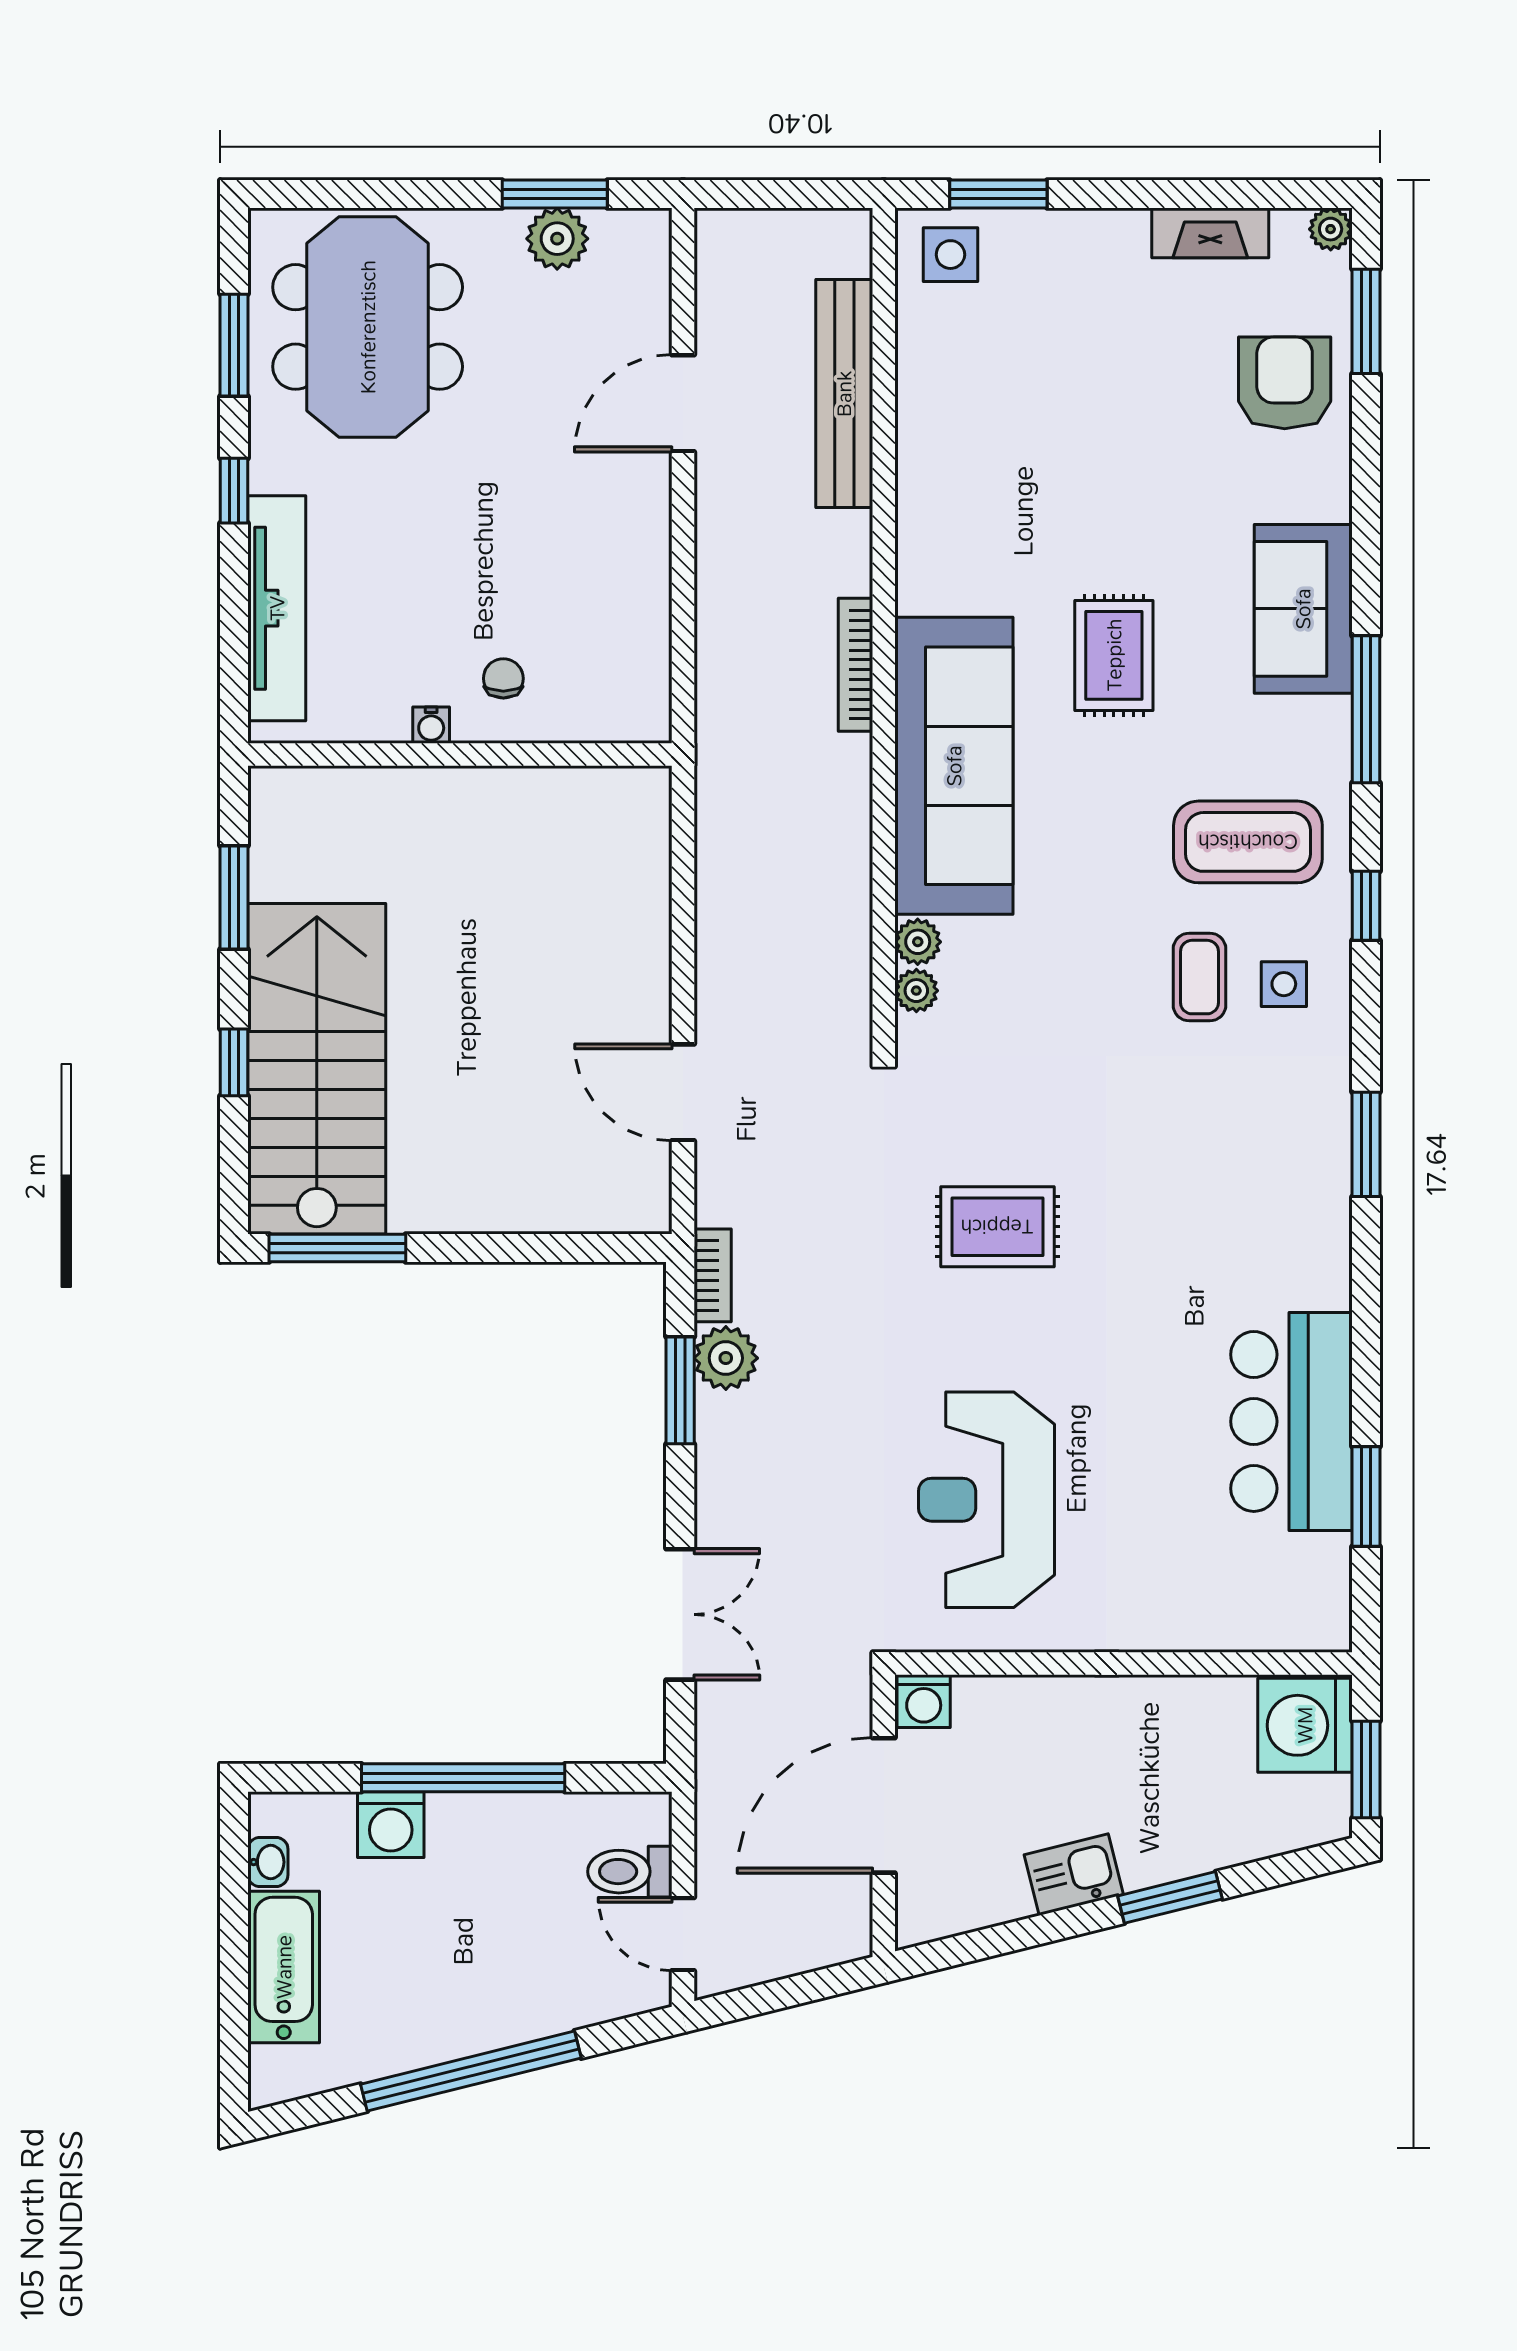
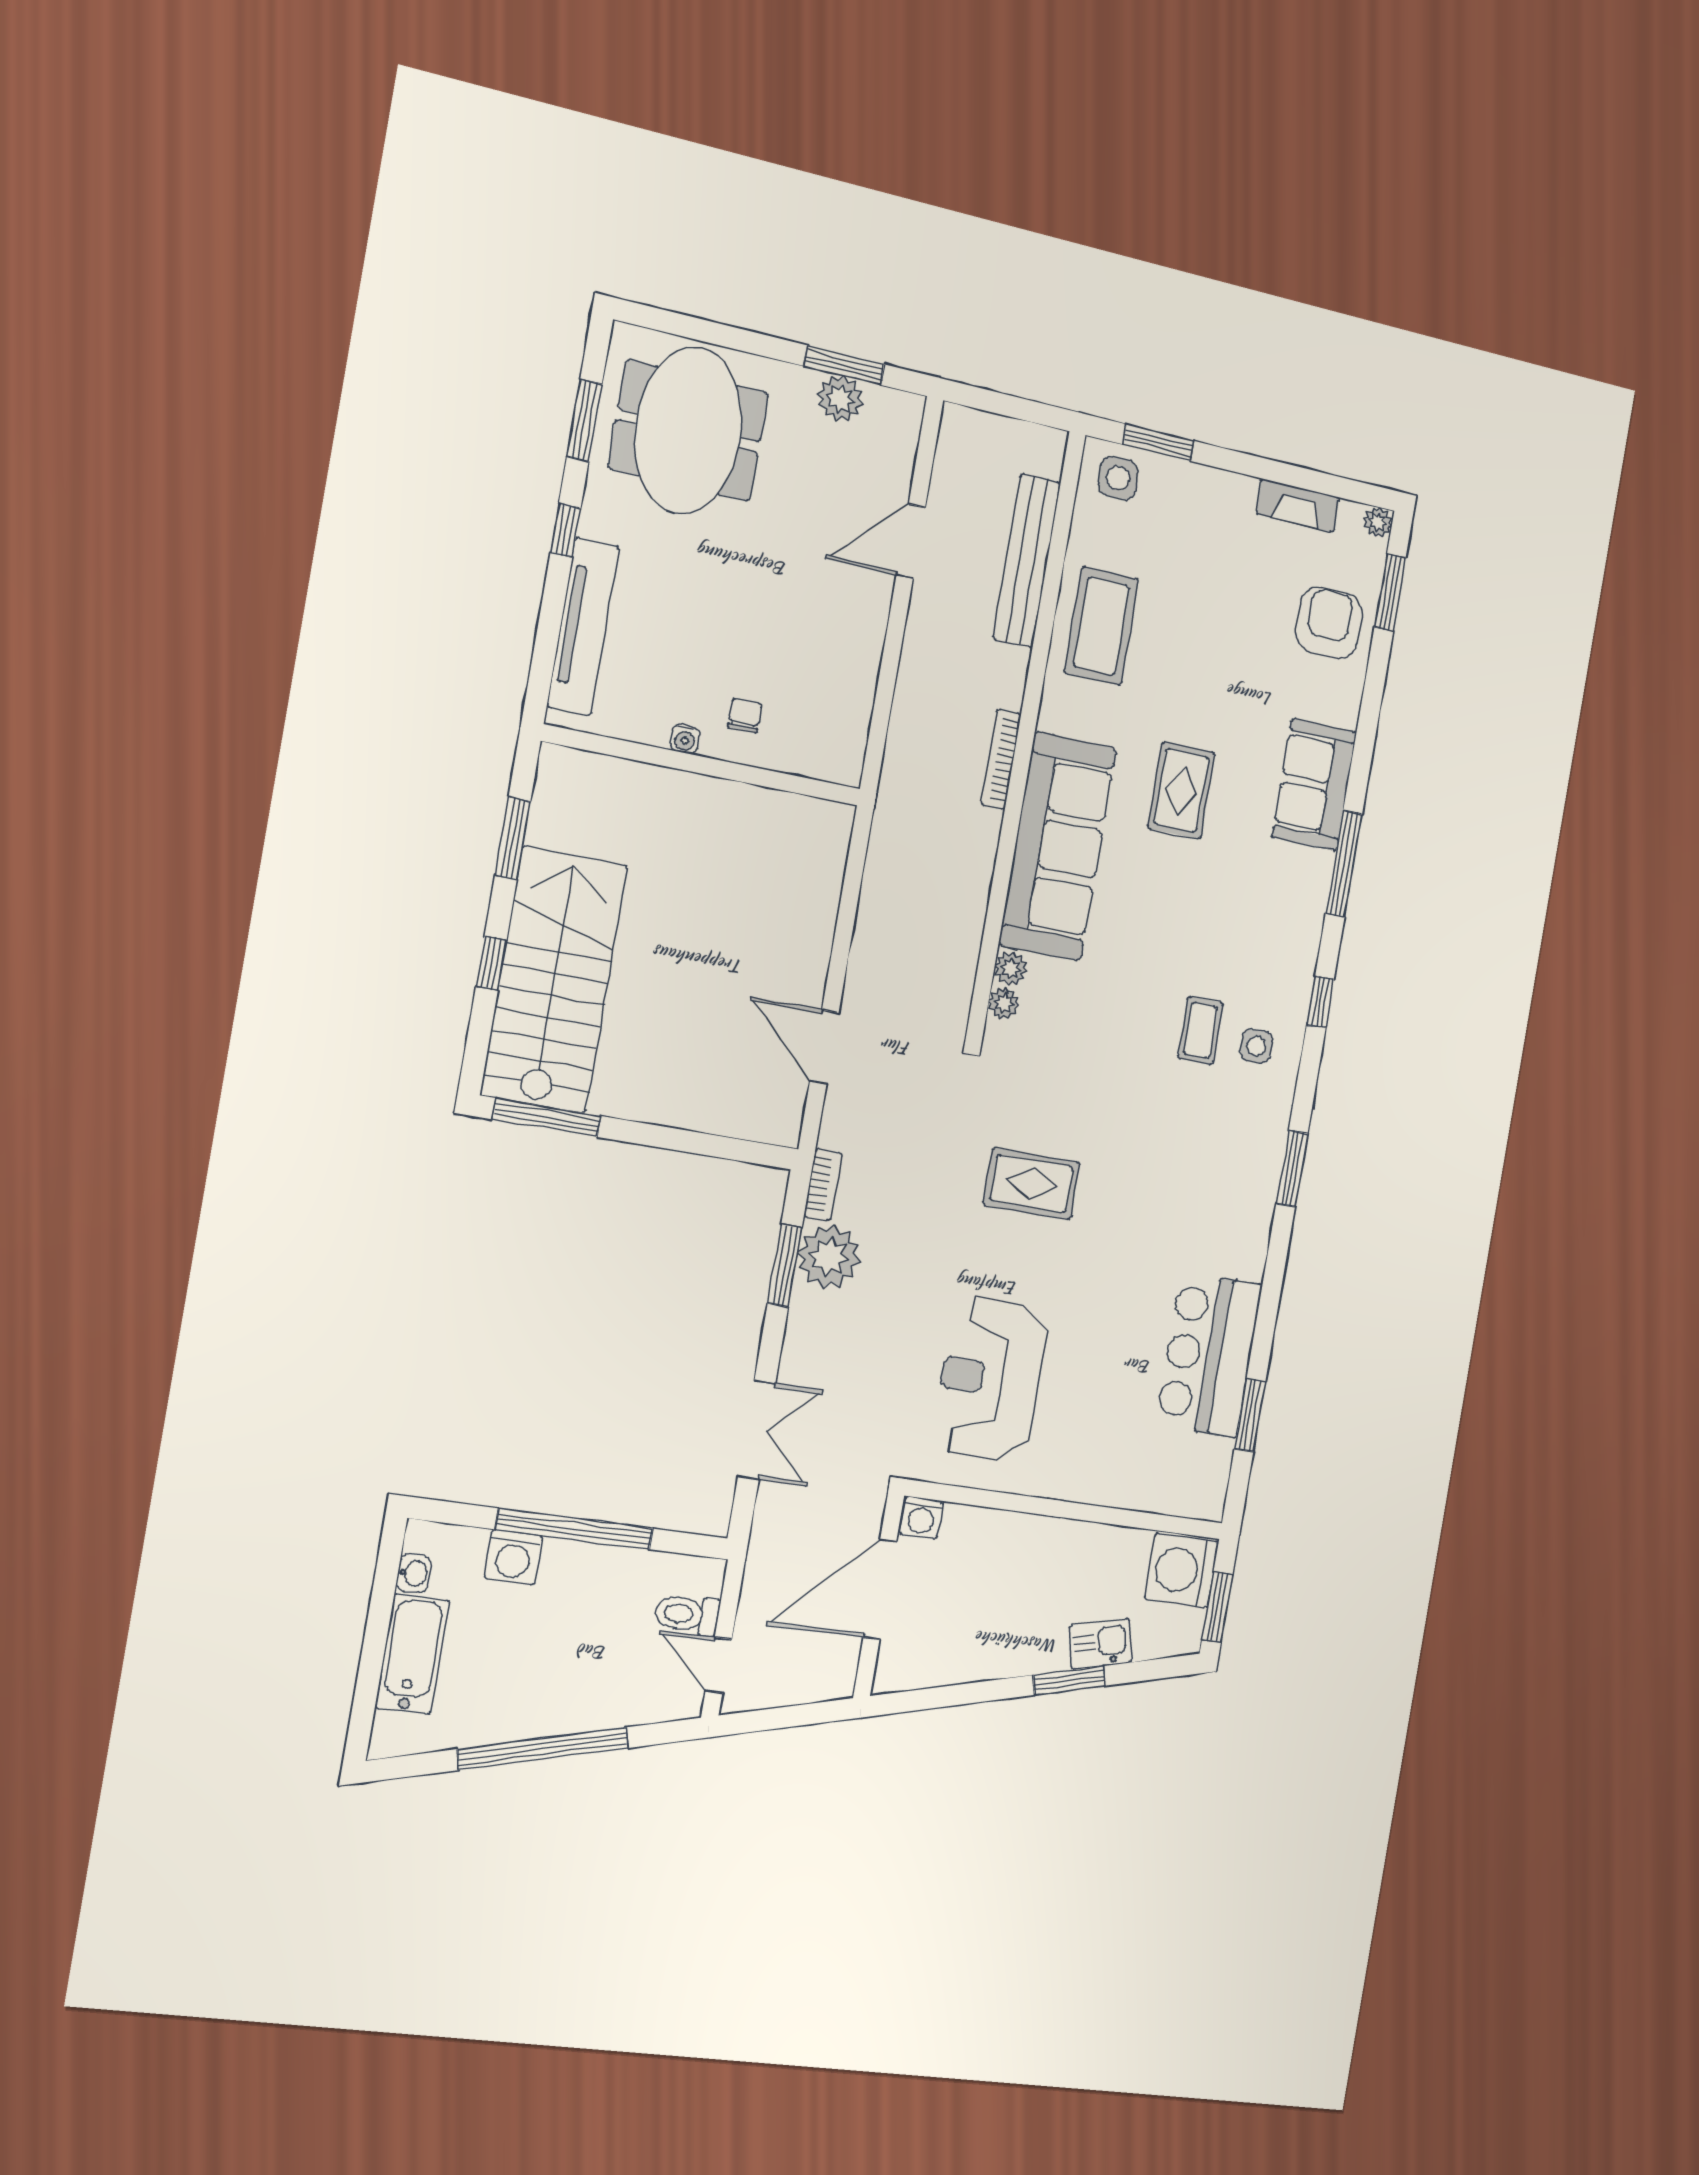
coffee table: (1248, 842) -> (1101, 626), moved, turned 90
plant: (726, 1358) -> (829, 1257), width x1.36, depth x1.36
kitchen sink: (1074, 1875) -> (1100, 1644), moved

